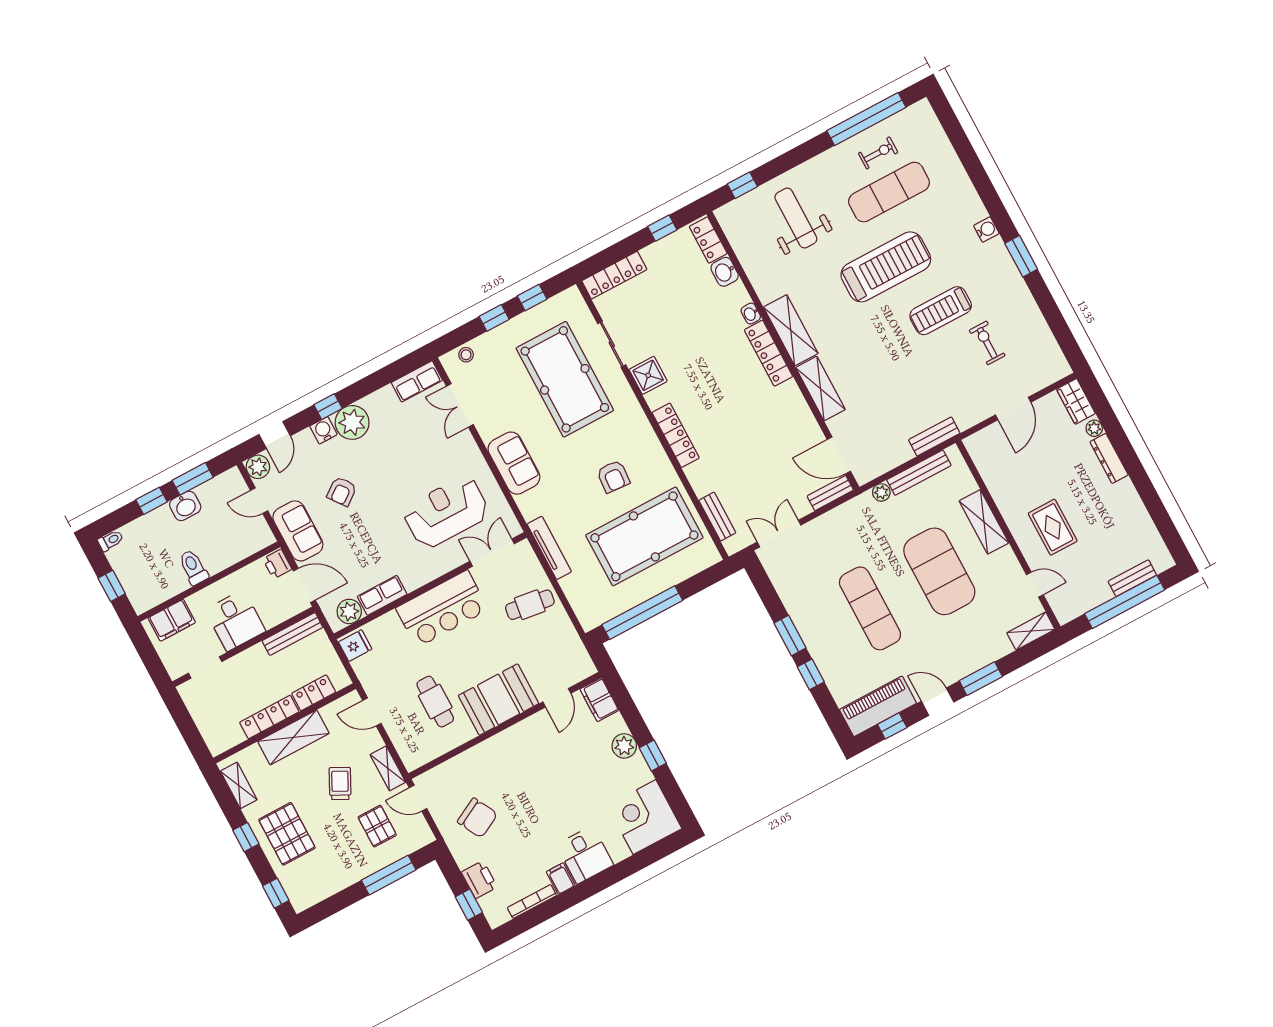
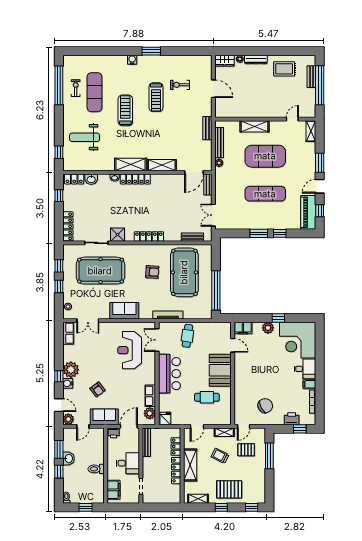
treadmill: (886, 267) -> (125, 110), width x0.73, depth x0.73
rug: (1053, 527) -> (284, 69), moved
corner desk: (645, 817) -> (298, 340), width x1.36, depth x1.36

